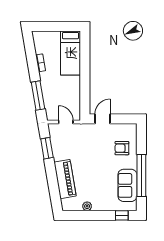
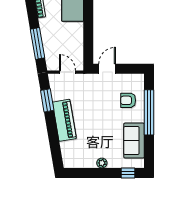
window: (141, 176) -> (149, 112), moved
piano: (65, 179) -> (64, 120), moved
plant: (87, 206) -> (102, 163), moved

